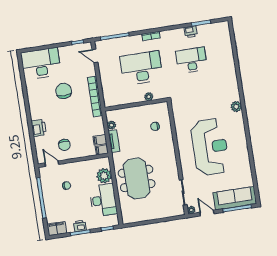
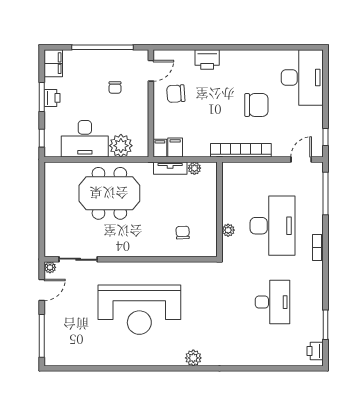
printer: (191, 32) -> (315, 351), moved
sofa: (235, 198) -> (57, 335), removed

